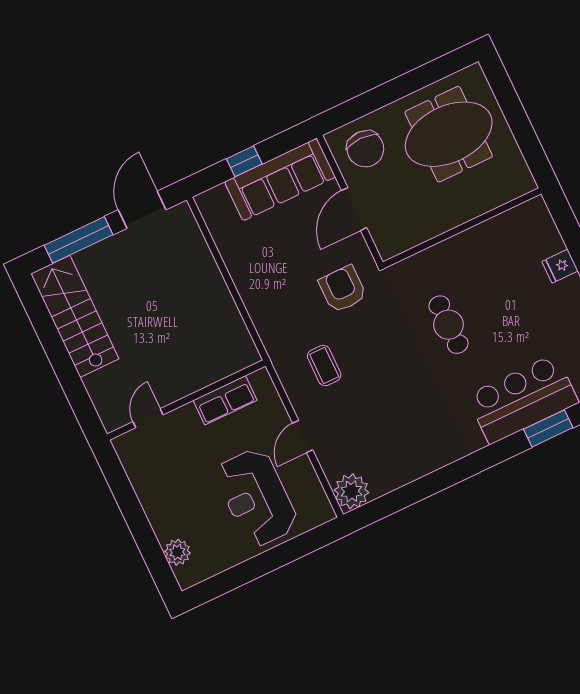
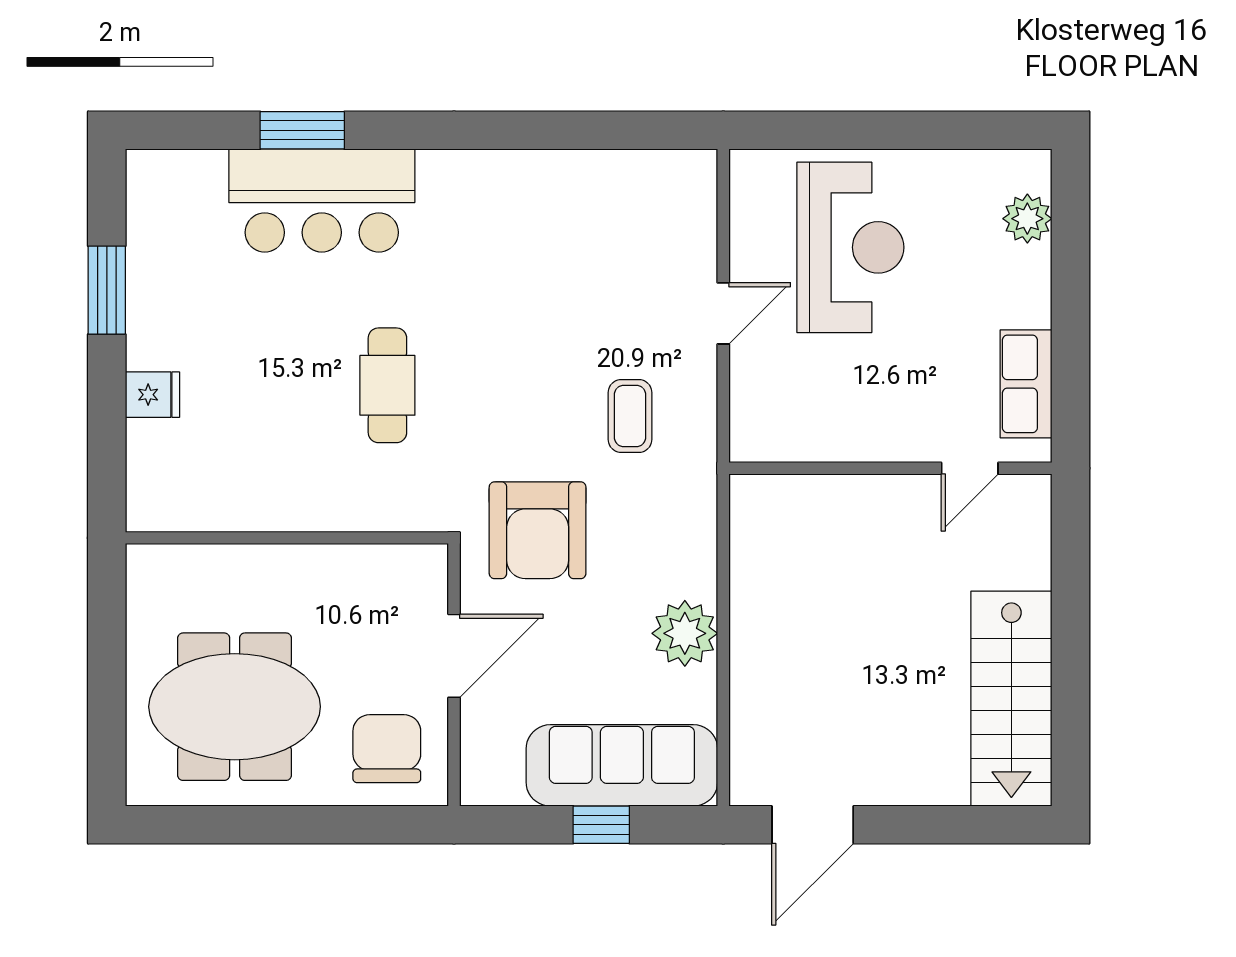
sofa: (280, 179) -> (622, 765), moved
window: (79, 240) -> (944, 825), removed
armchair: (343, 289) -> (538, 530), width x1.36, depth x1.36
row of seats: (225, 400) -> (1026, 384), moved, turned -90
plant: (351, 491) -> (685, 633), moved

